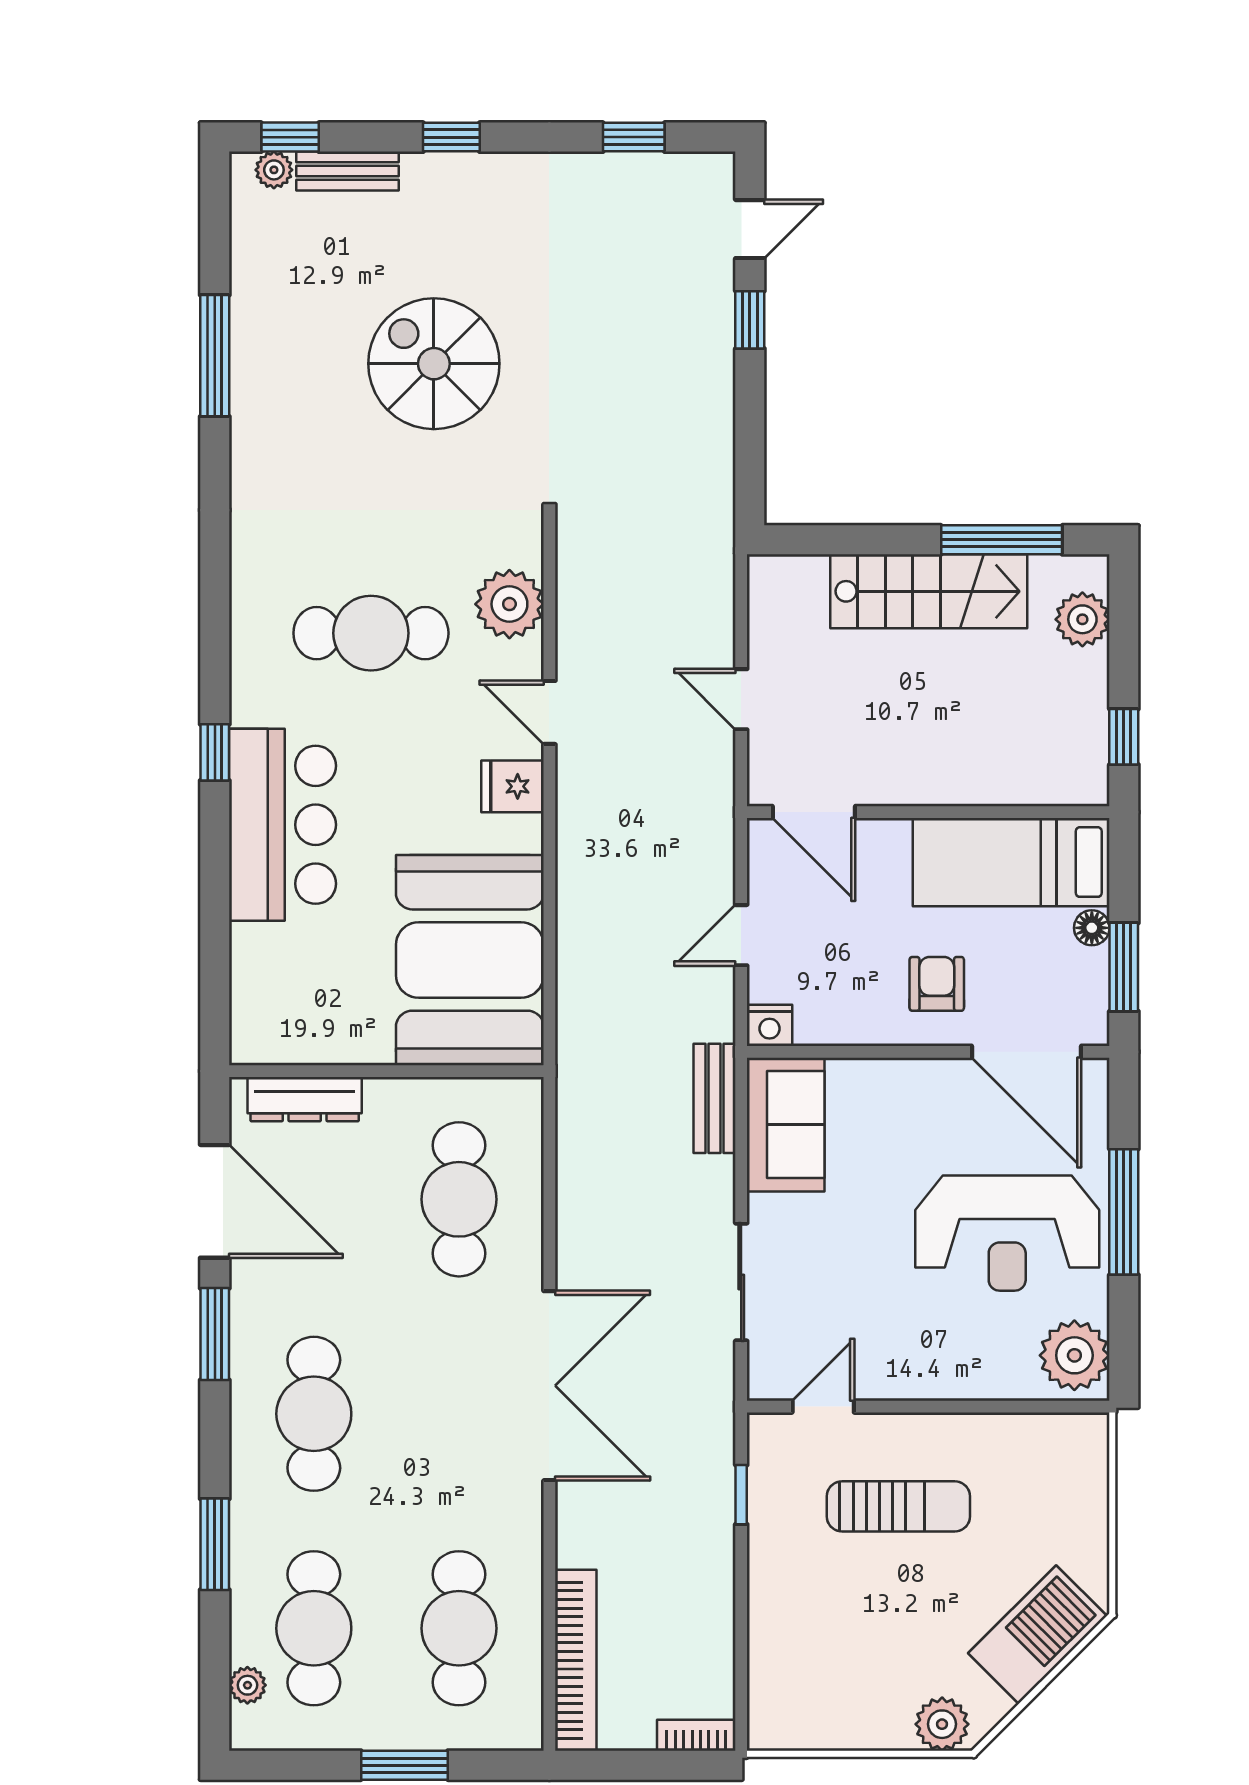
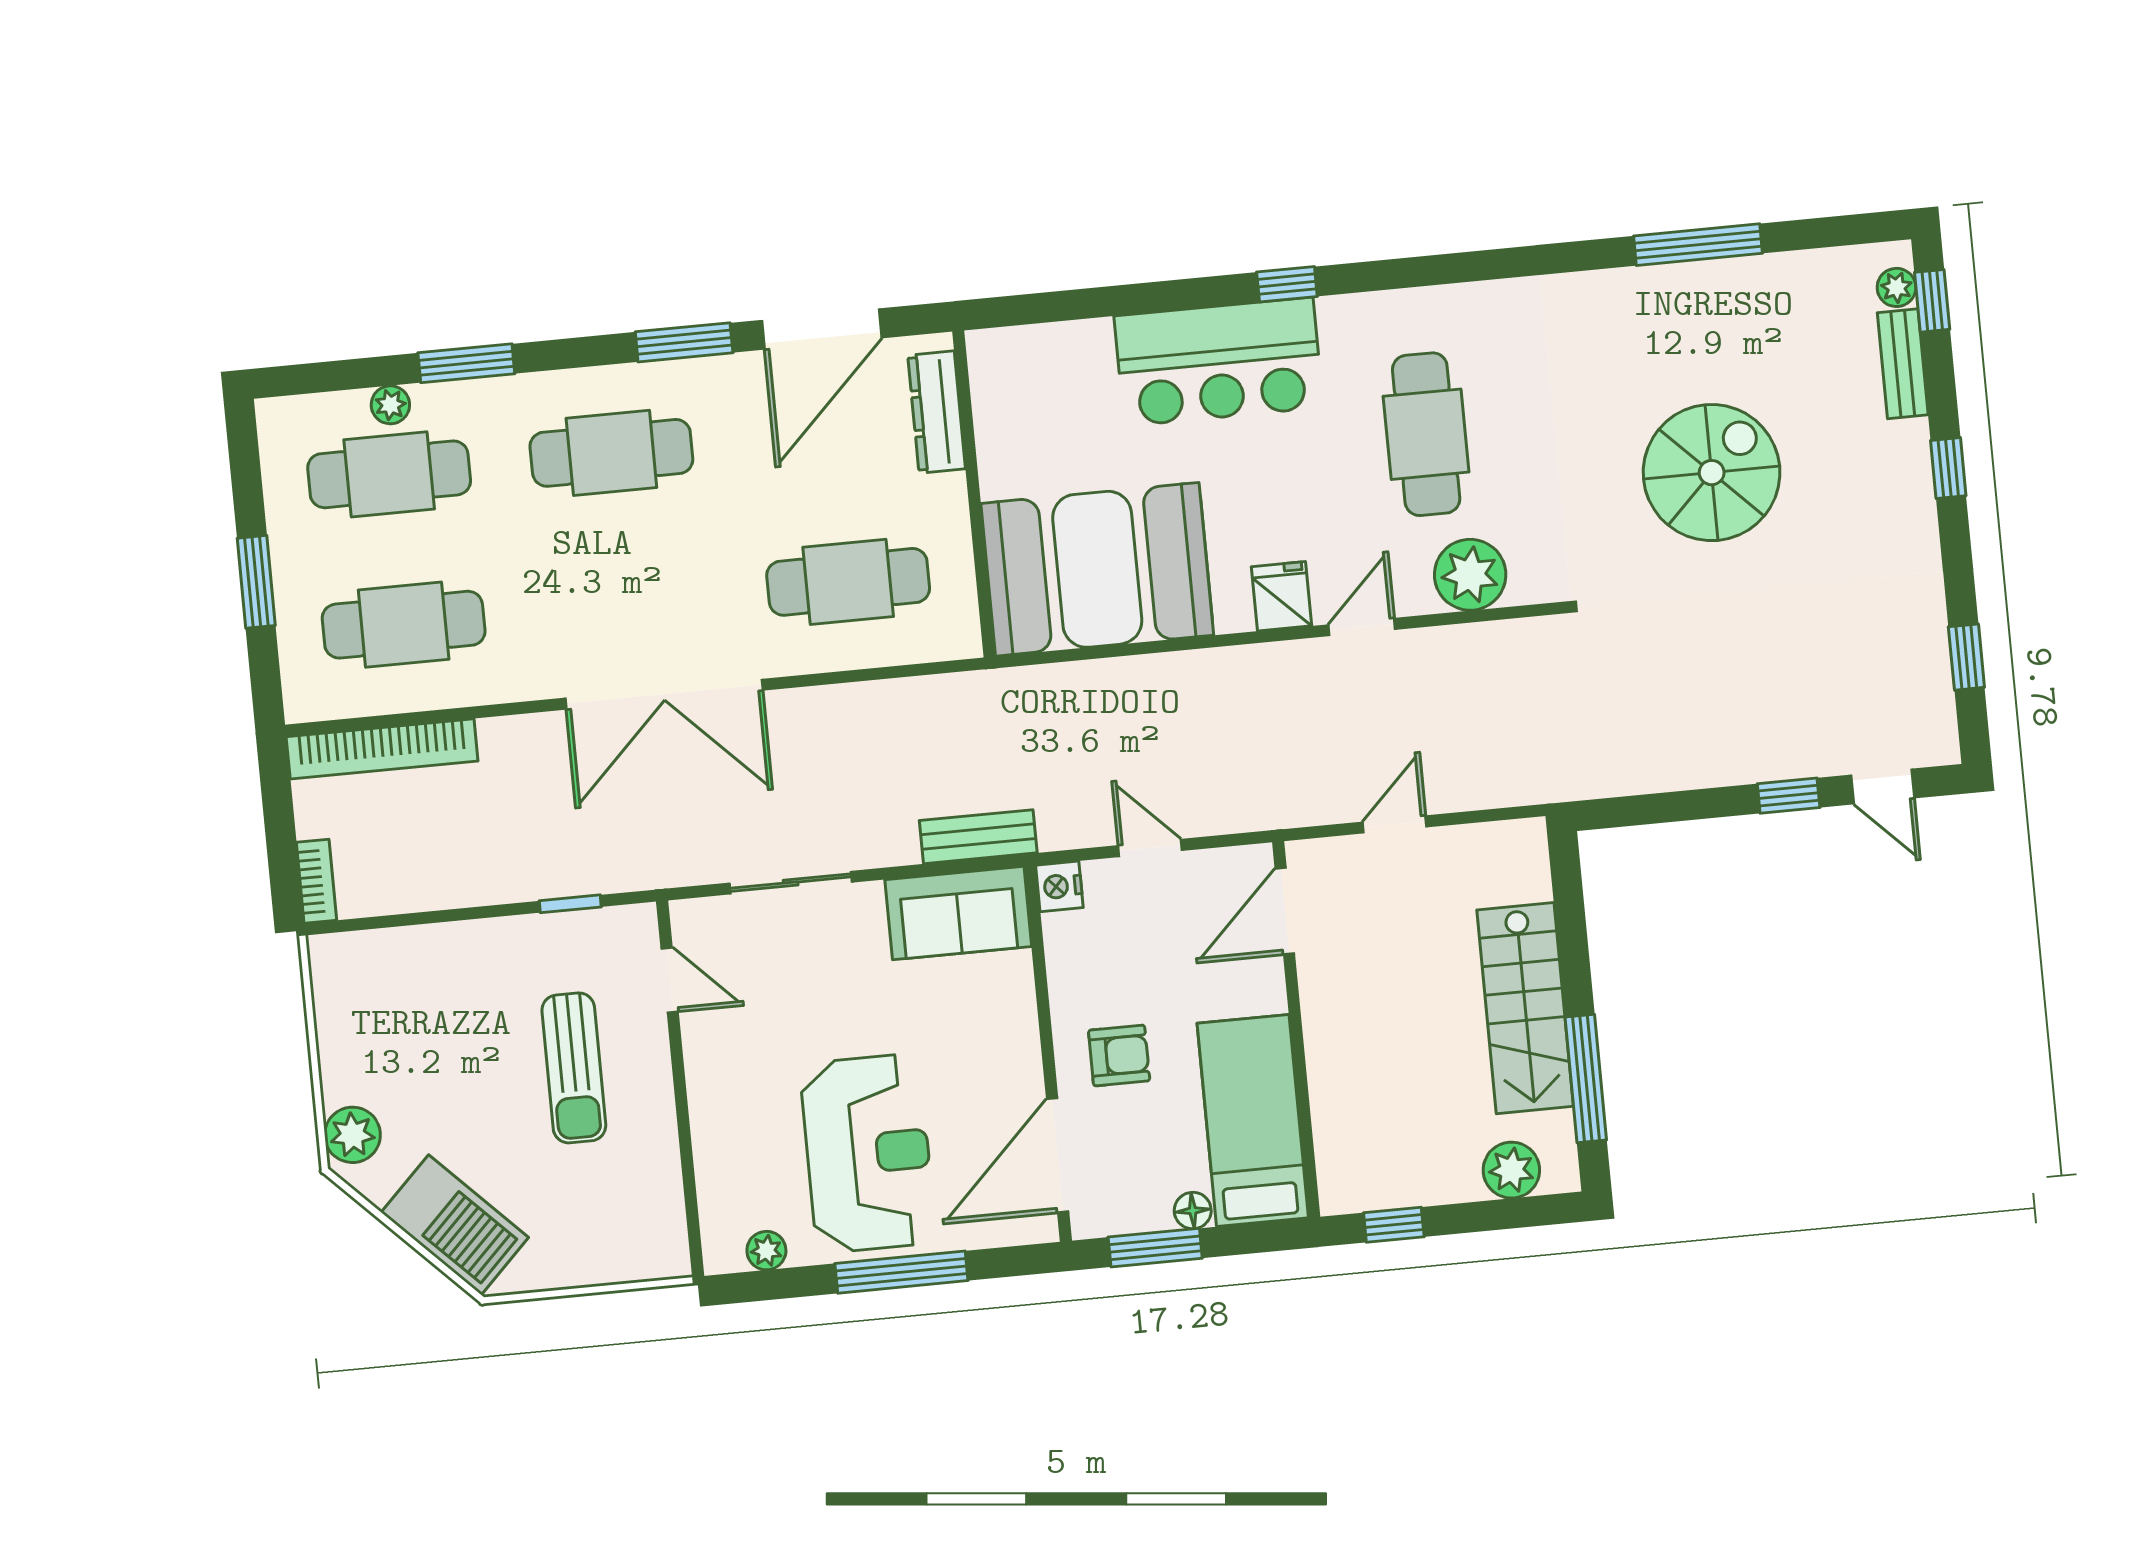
reception desk: (1007, 1233) -> (868, 1153), turned 180
plant: (1074, 1355) -> (766, 1251), width x0.53, depth x0.53
plant: (247, 1685) -> (390, 405), moved

